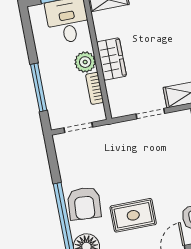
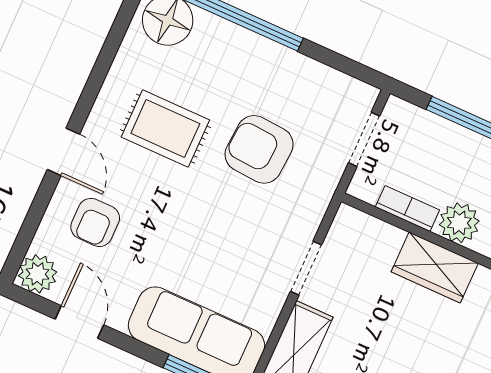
armchair: (84, 203) -> (259, 149), moved
rug: (133, 215) -> (165, 128), turned 90

